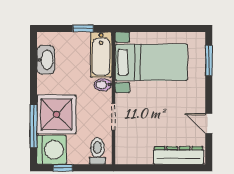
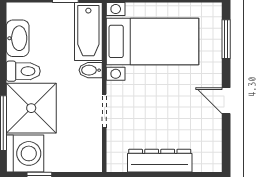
door: (209, 123) -> (226, 101), moved
toilet: (97, 151) -> (23, 71), moved, turned 90
dresser: (178, 155) -> (160, 161), moved

